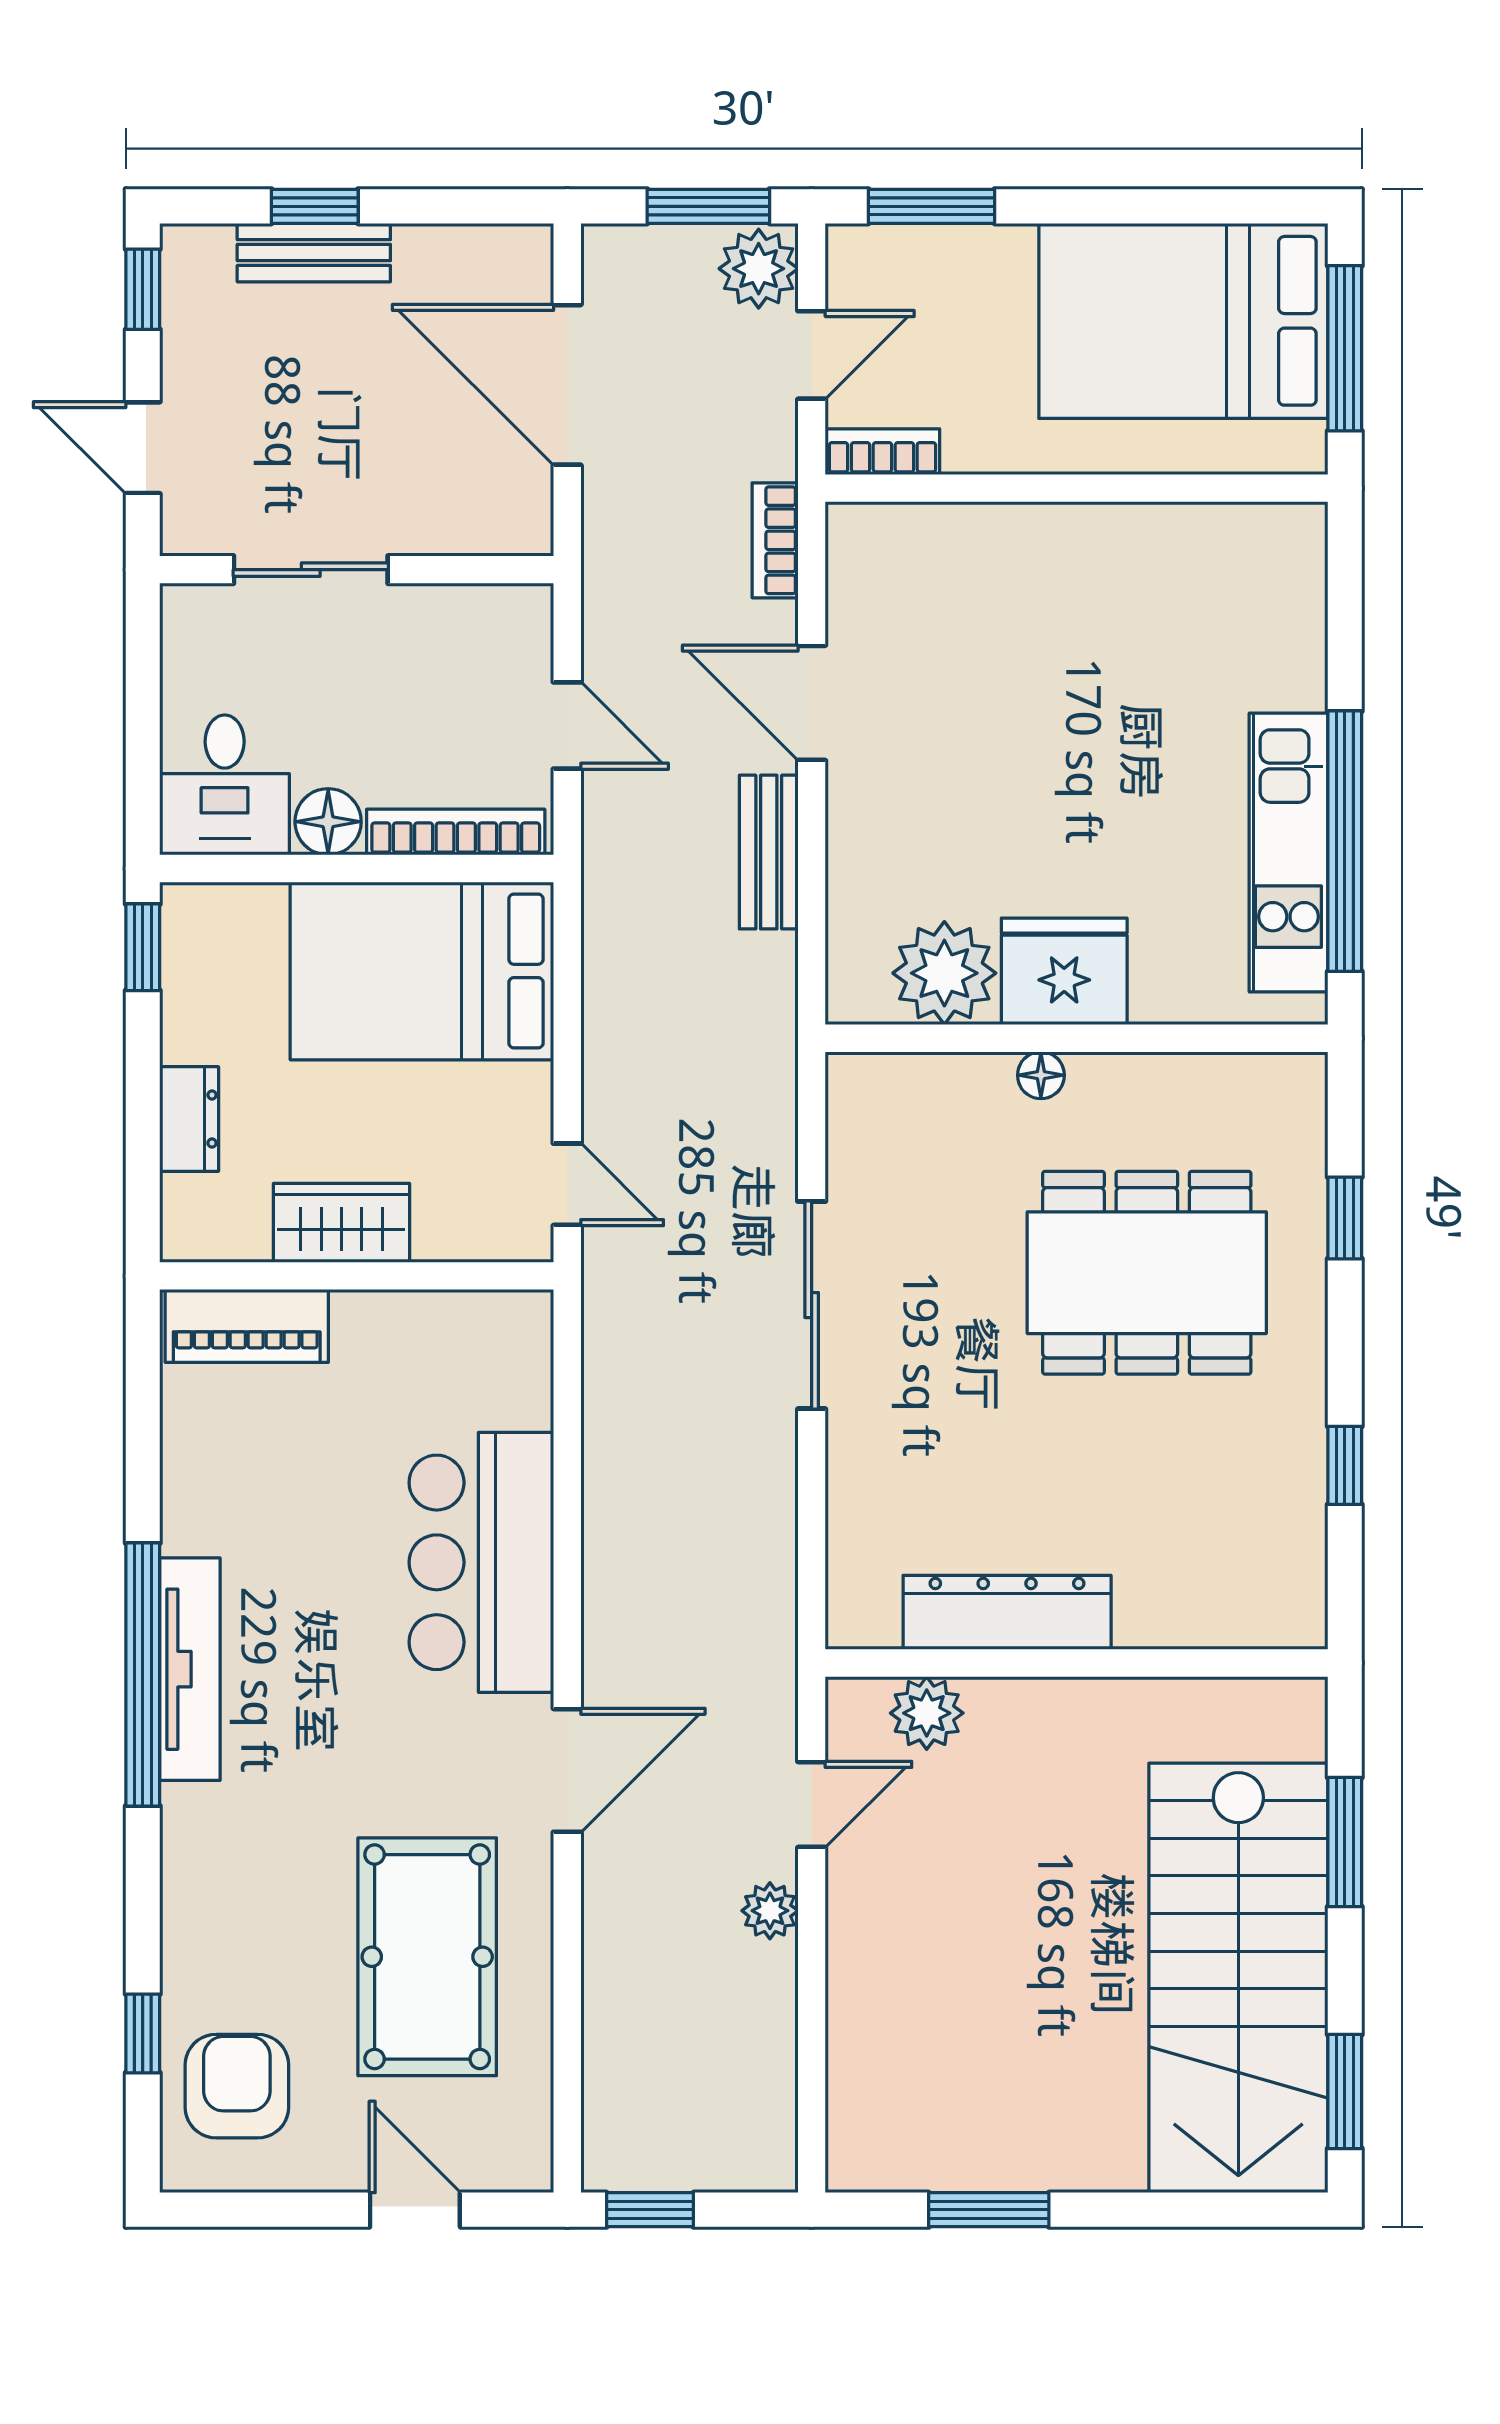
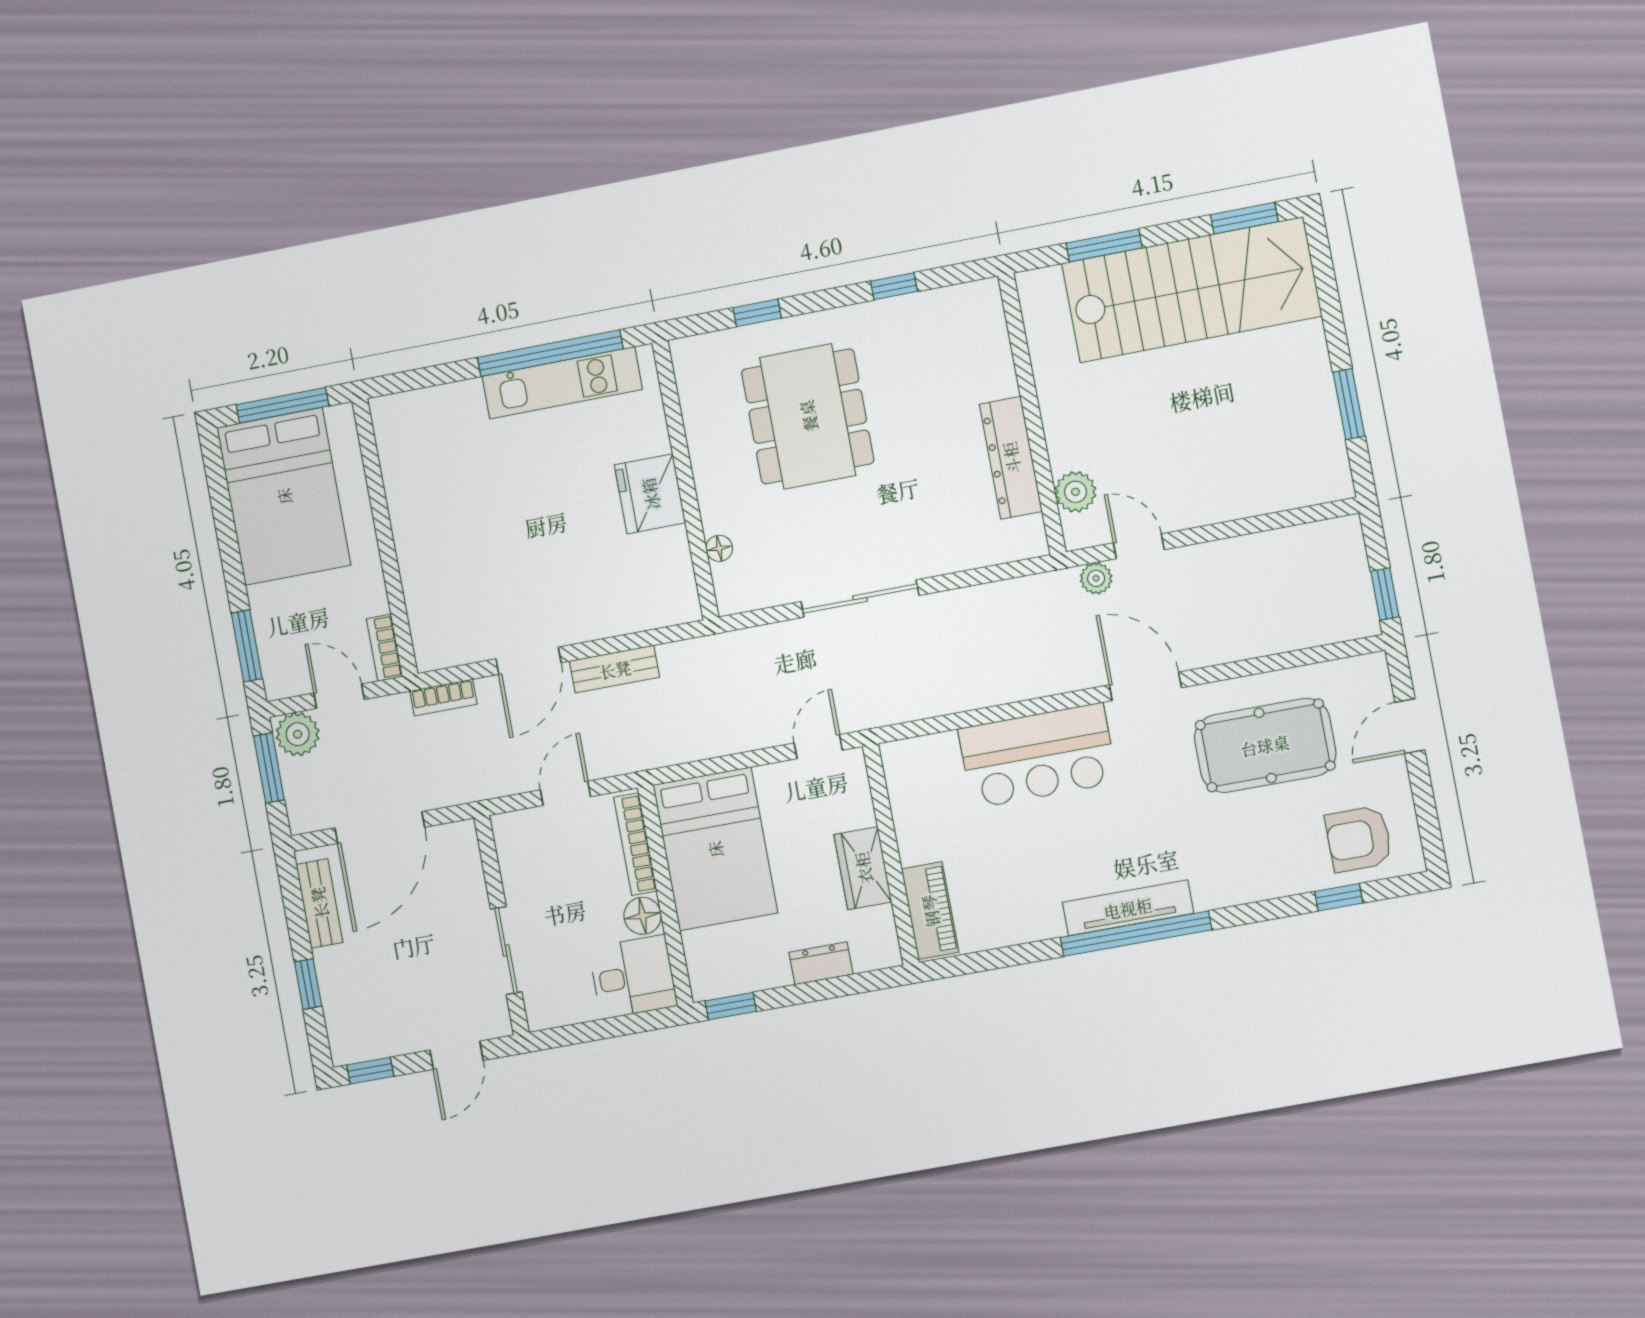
bench: (314, 253) -> (319, 903), moved
plant: (944, 973) -> (663, 560), removed
floor lamp: (1041, 1075) -> (719, 548), moved
plant: (770, 1911) -> (1096, 578), moved

